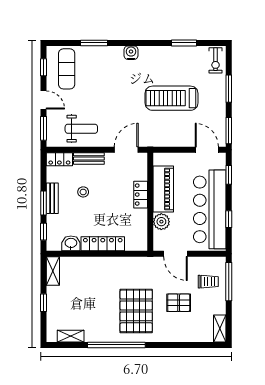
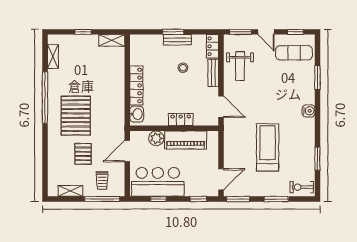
door: (43, 100) -> (266, 32), hinge flipped
bar counter: (210, 209) -> (158, 182), width x0.73
window: (43, 232) -> (147, 32), removed
washbasin: (71, 243) -> (137, 114), moved
pallet: (136, 311) -> (76, 116), turned 90
shelving: (220, 329) -> (70, 191), moved

